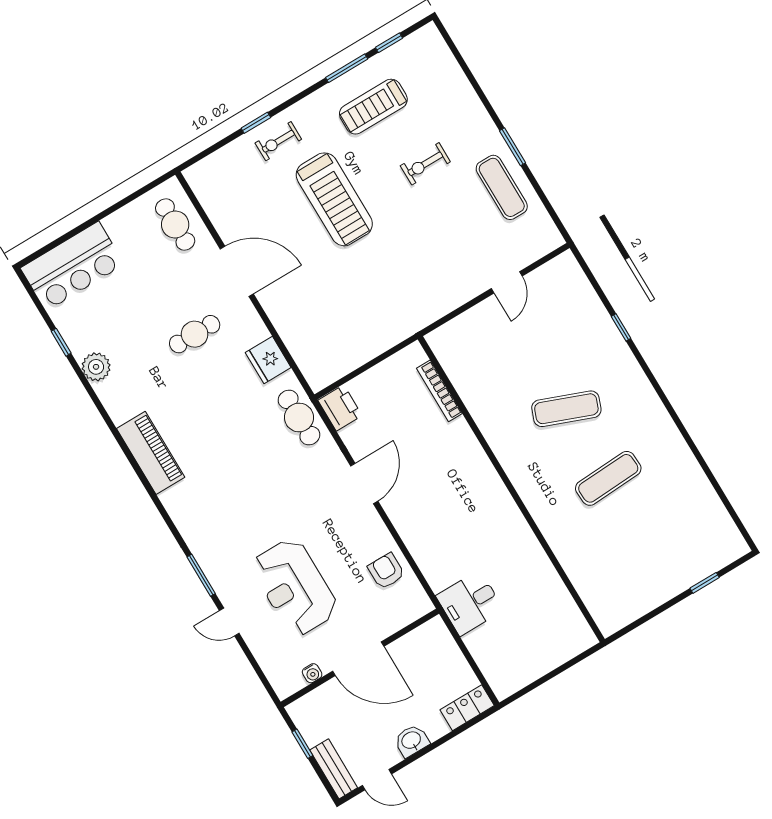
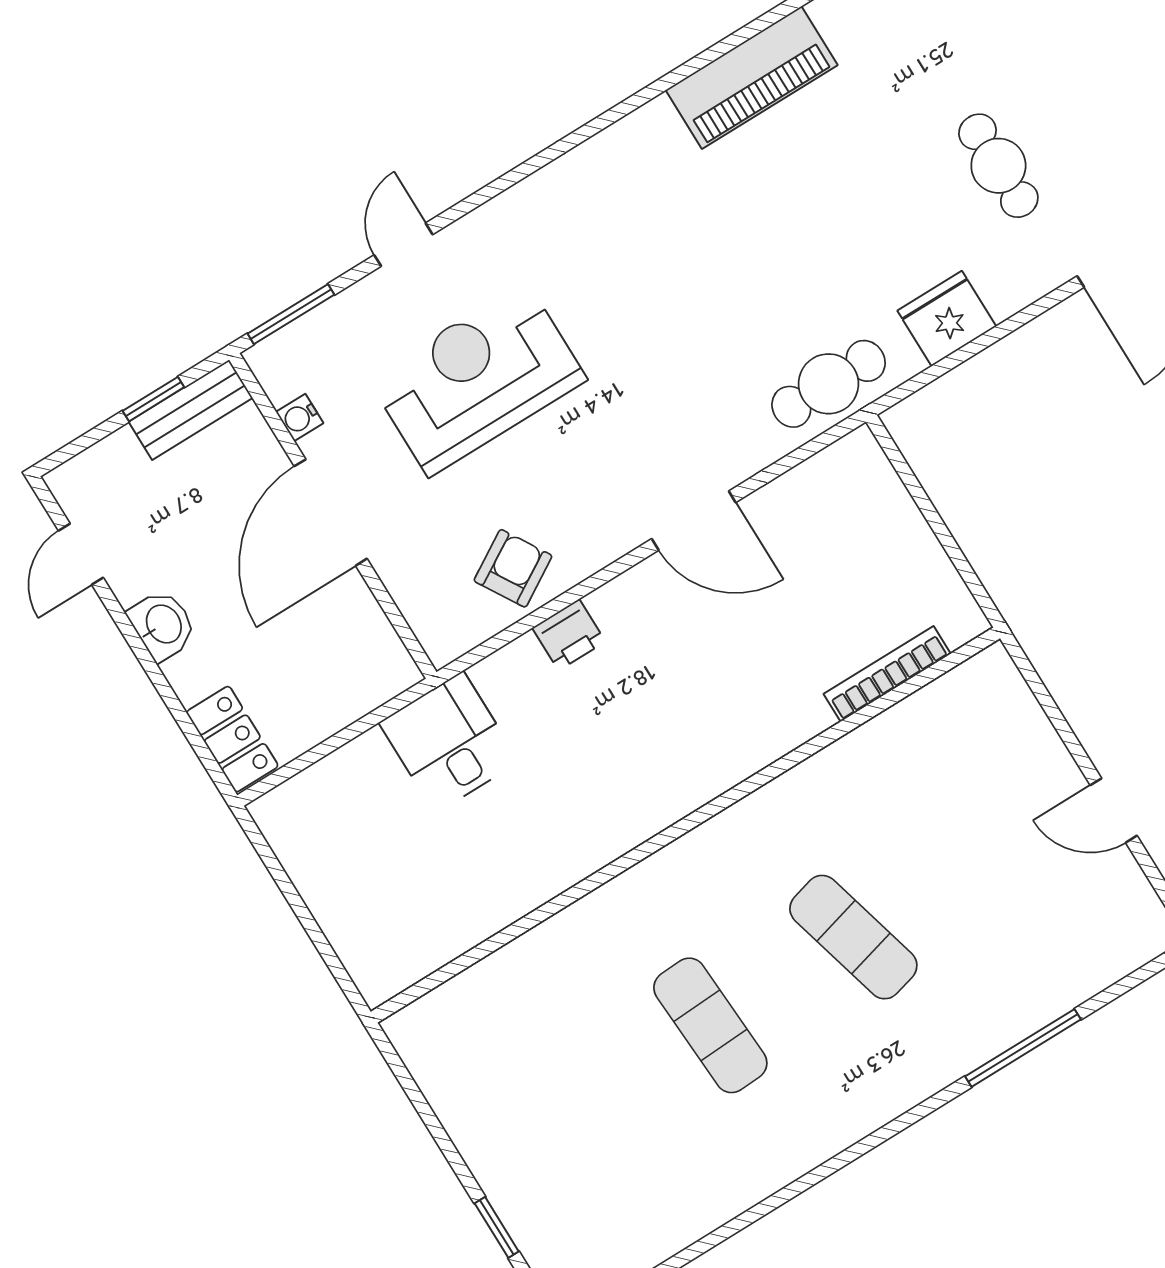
window: (621, 327) -> (1023, 1048), width x2.17
printer: (340, 408) -> (569, 635), moved, width x0.73, depth x0.81
exercise mat: (566, 409) -> (853, 937), turned -36
armchair: (386, 571) -> (513, 568), turned -31
window: (201, 575) -> (291, 314), moved
bench: (334, 769) -> (191, 410), moved

